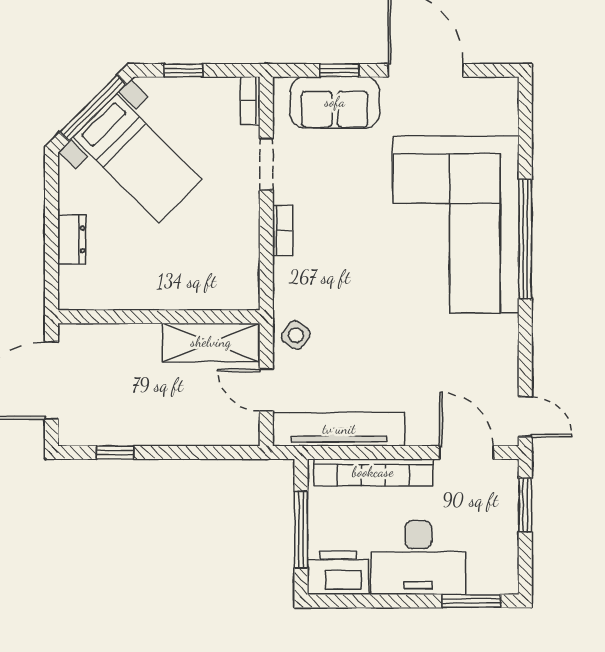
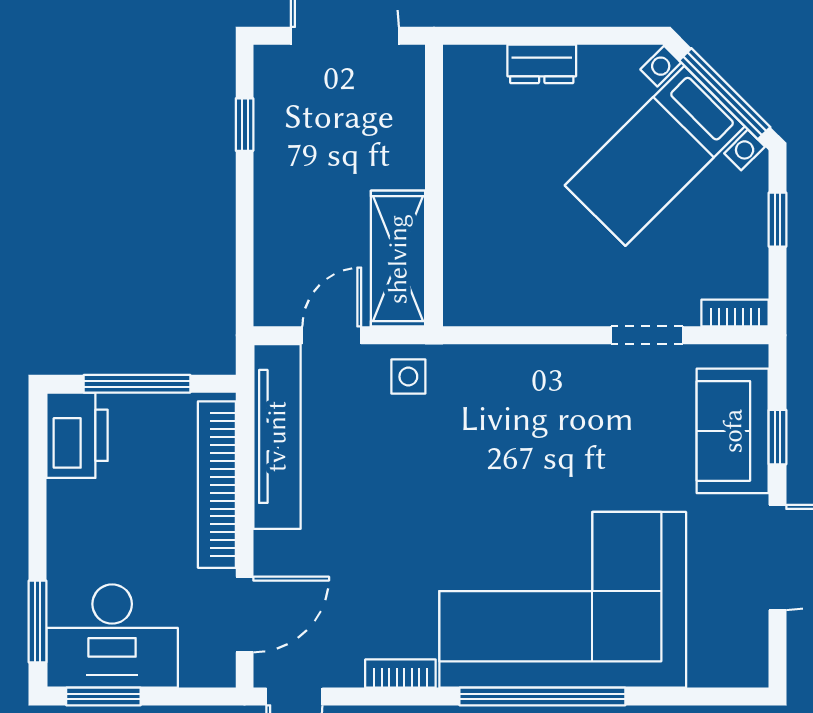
bookcase: (283, 230) -> (400, 674), moved, turned 180
side table: (296, 335) -> (408, 377), turned -34
window: (525, 505) -> (103, 696), moved
desk: (418, 558) -> (112, 636), moved, turned -90

